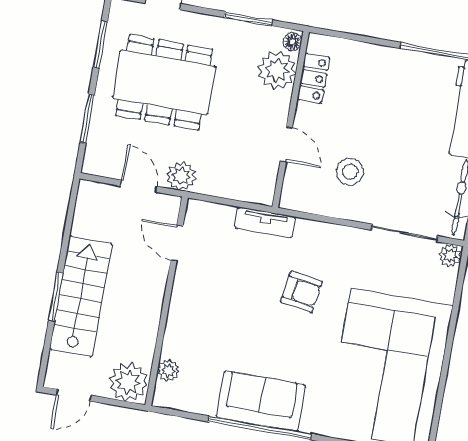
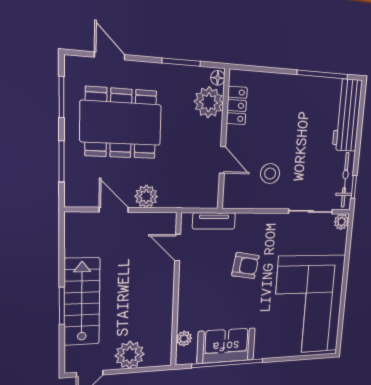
door: (177, 243) -> (178, 248), moved
wall: (167, 301) -> (176, 291), moved
plant: (168, 370) -> (184, 339), moved

